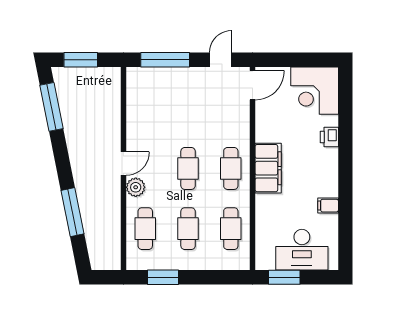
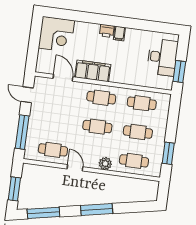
door: (253, 85) -> (63, 78), moved
cafe table: (145, 108) -> (53, 150), added
printer: (329, 137) -> (107, 31), moved
door: (123, 164) -> (75, 168), moved
filing cabinet: (268, 168) -> (93, 71), moved
filing cabinet: (328, 206) -> (119, 33), moved
window: (73, 212) -> (97, 210), moved

